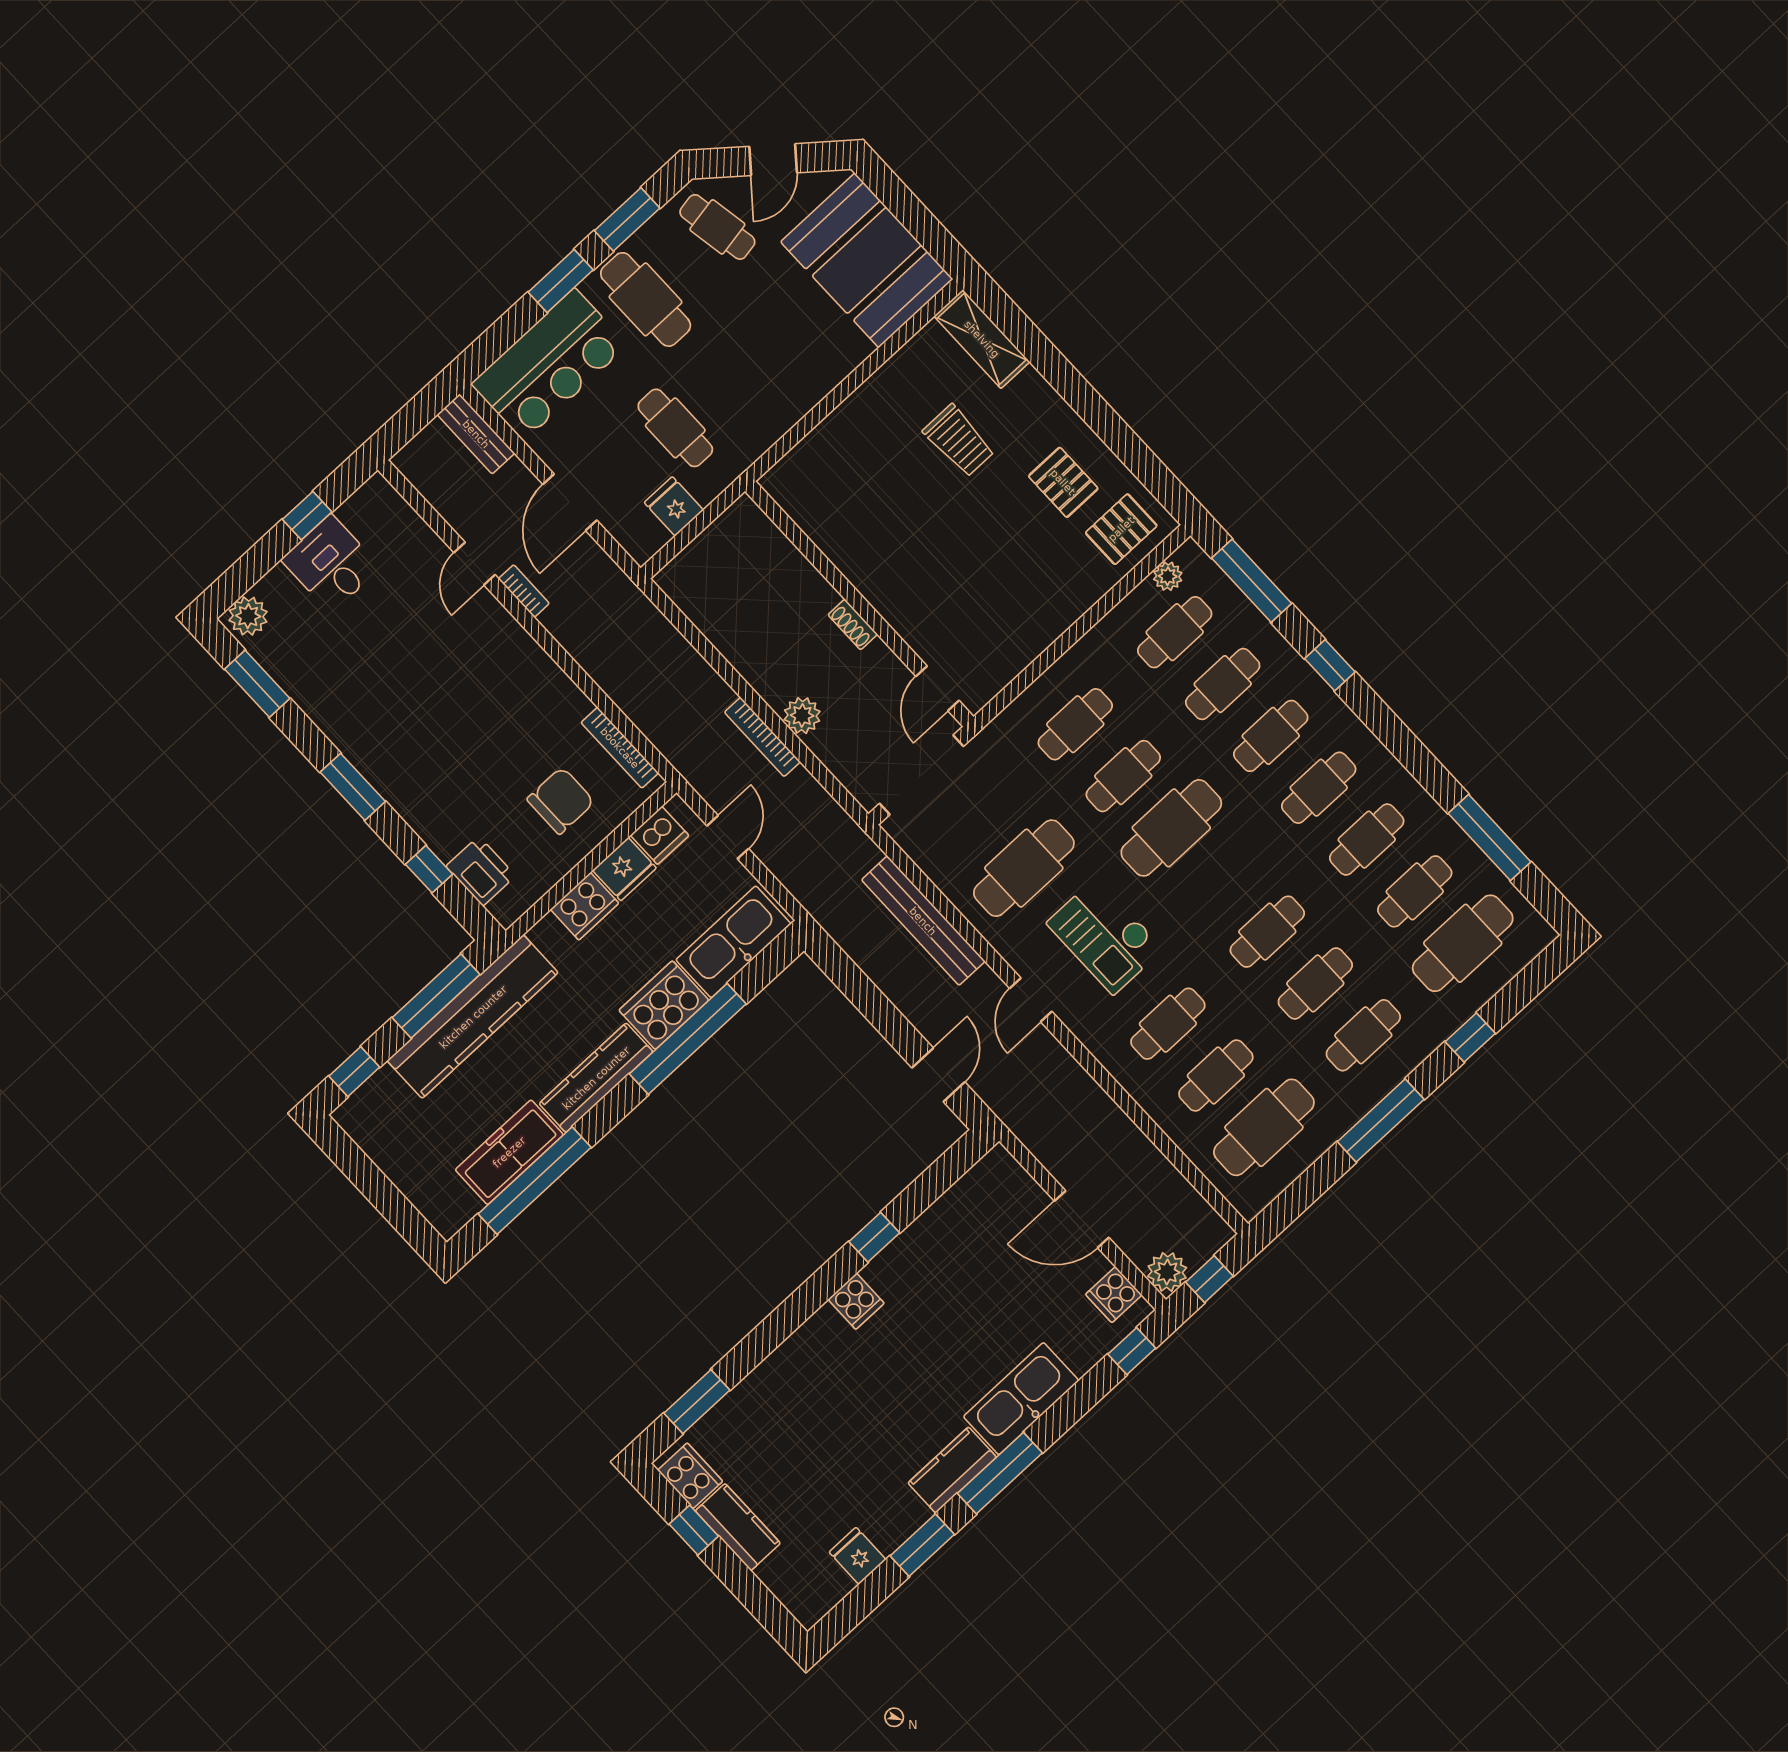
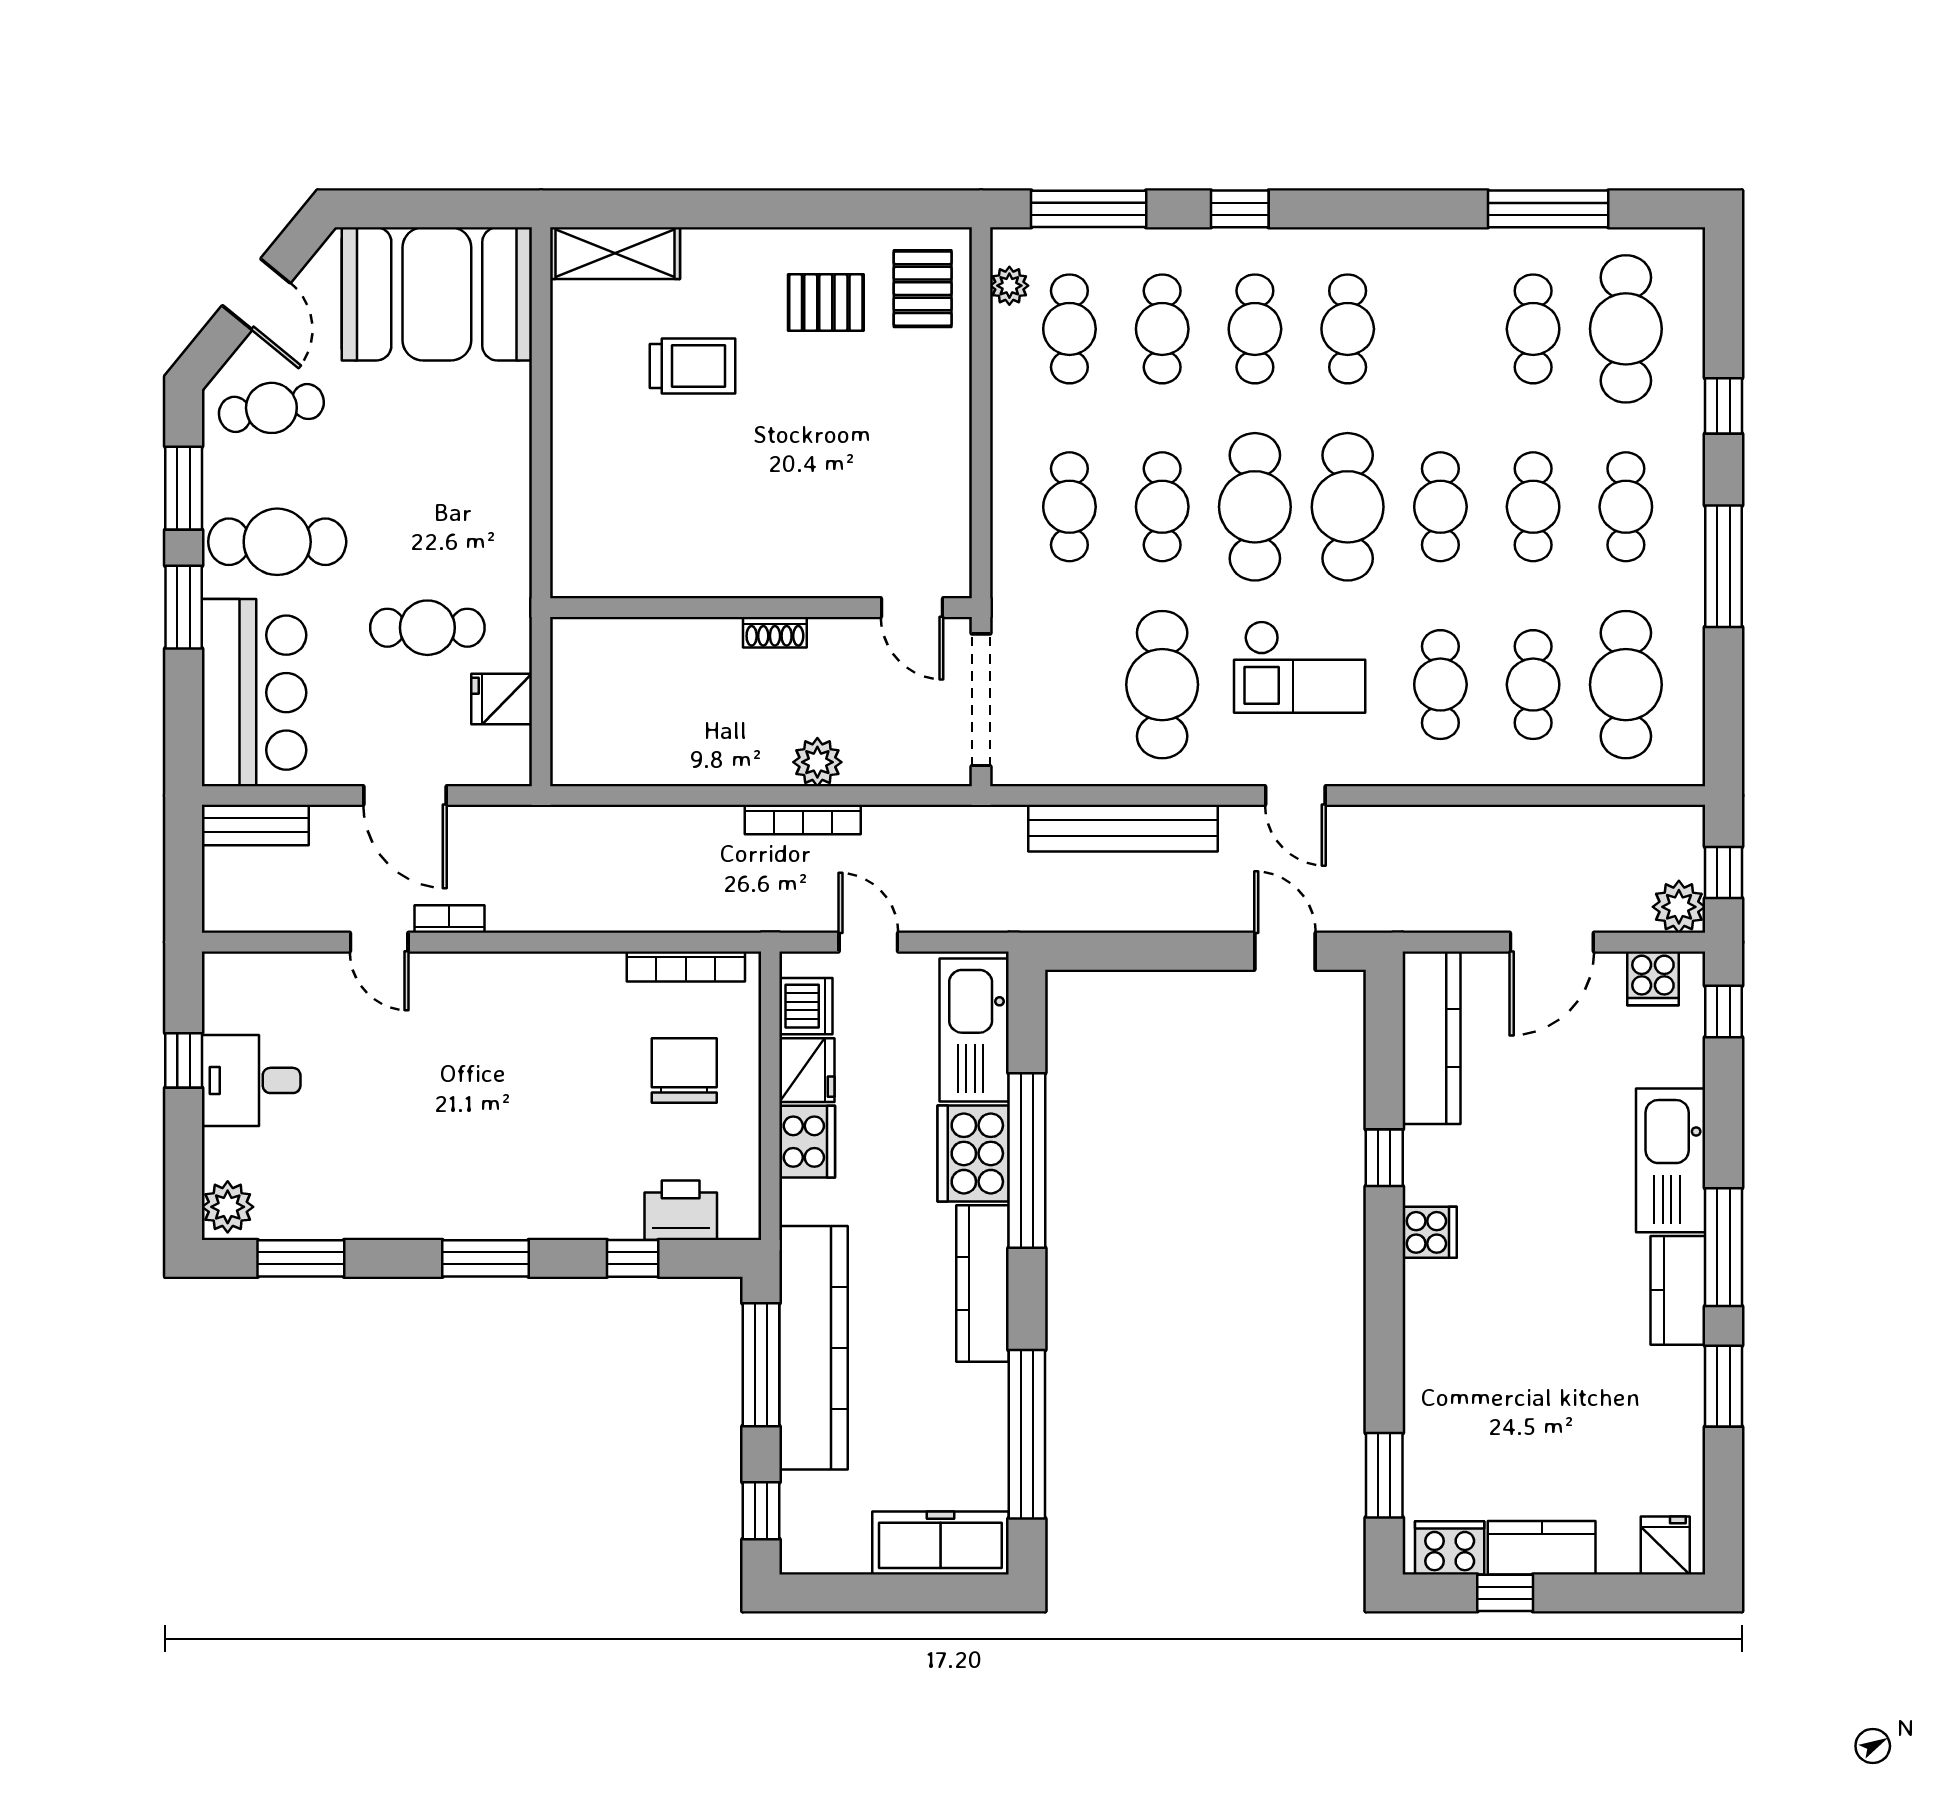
cafe table: (1367, 840) -> (1348, 507), moved, width x1.37, depth x1.35
freezer: (509, 1152) -> (940, 1543), moved, turned 90
kitchen counter: (966, 1201) -> (1431, 1038), added
fridge: (858, 1556) -> (1665, 1546), moved, turned 90

